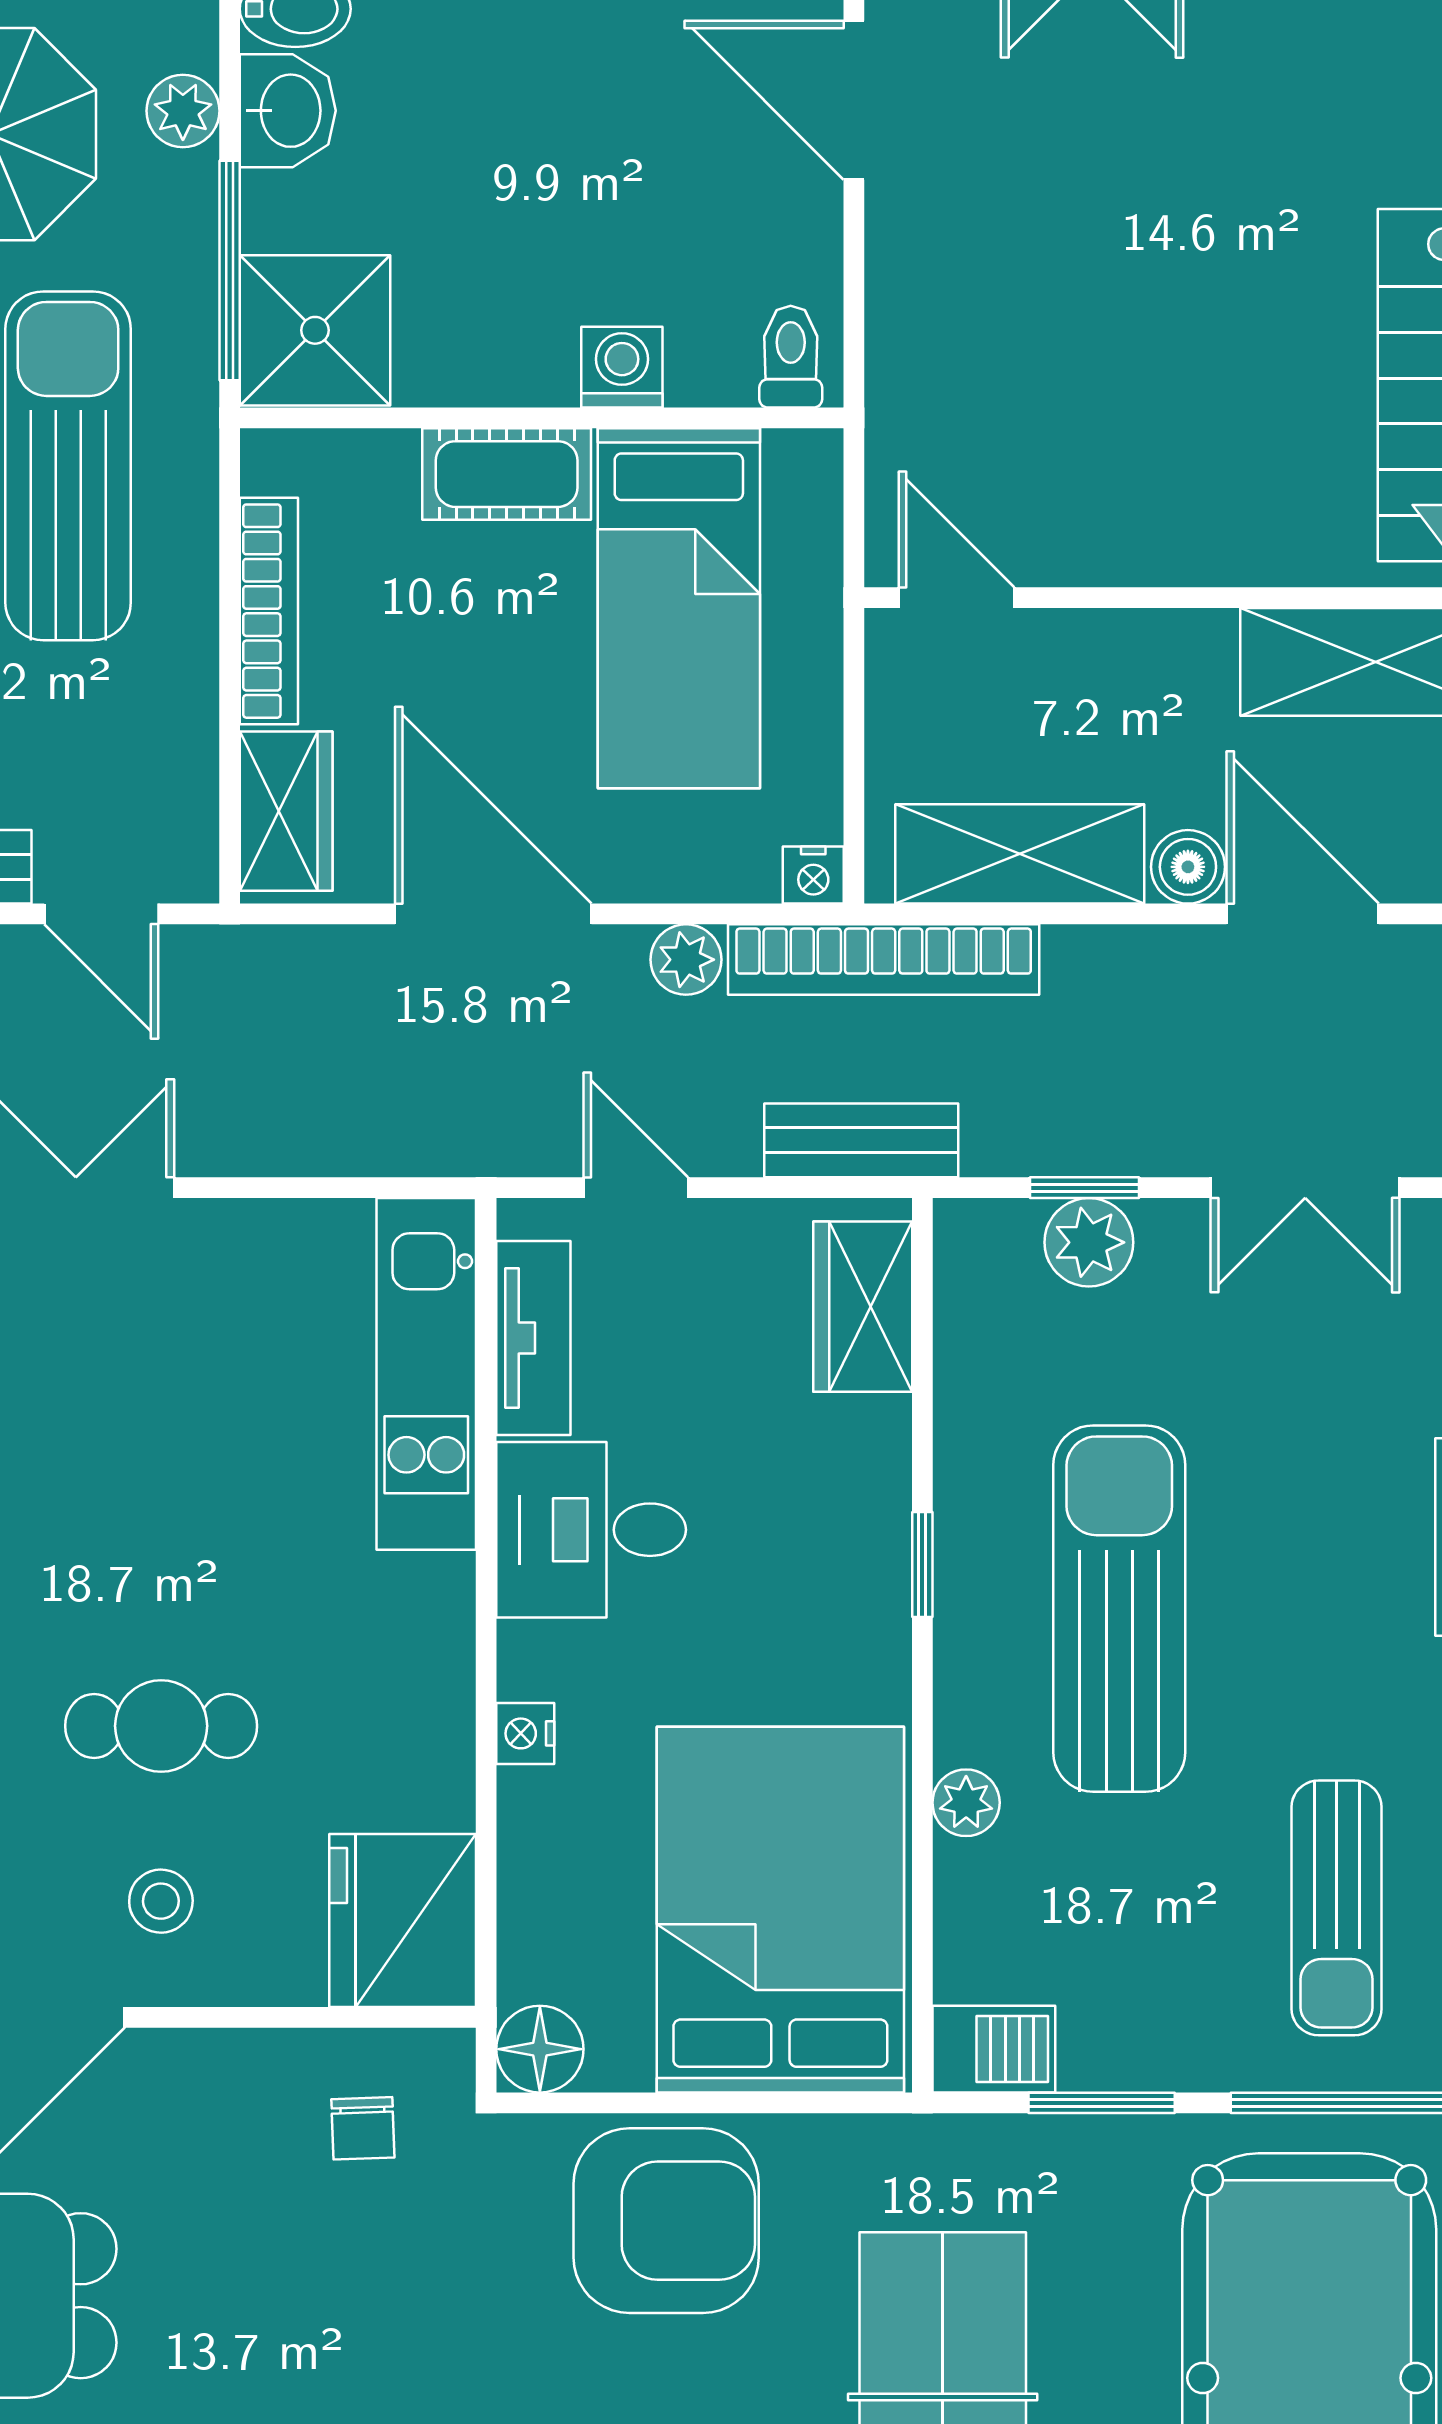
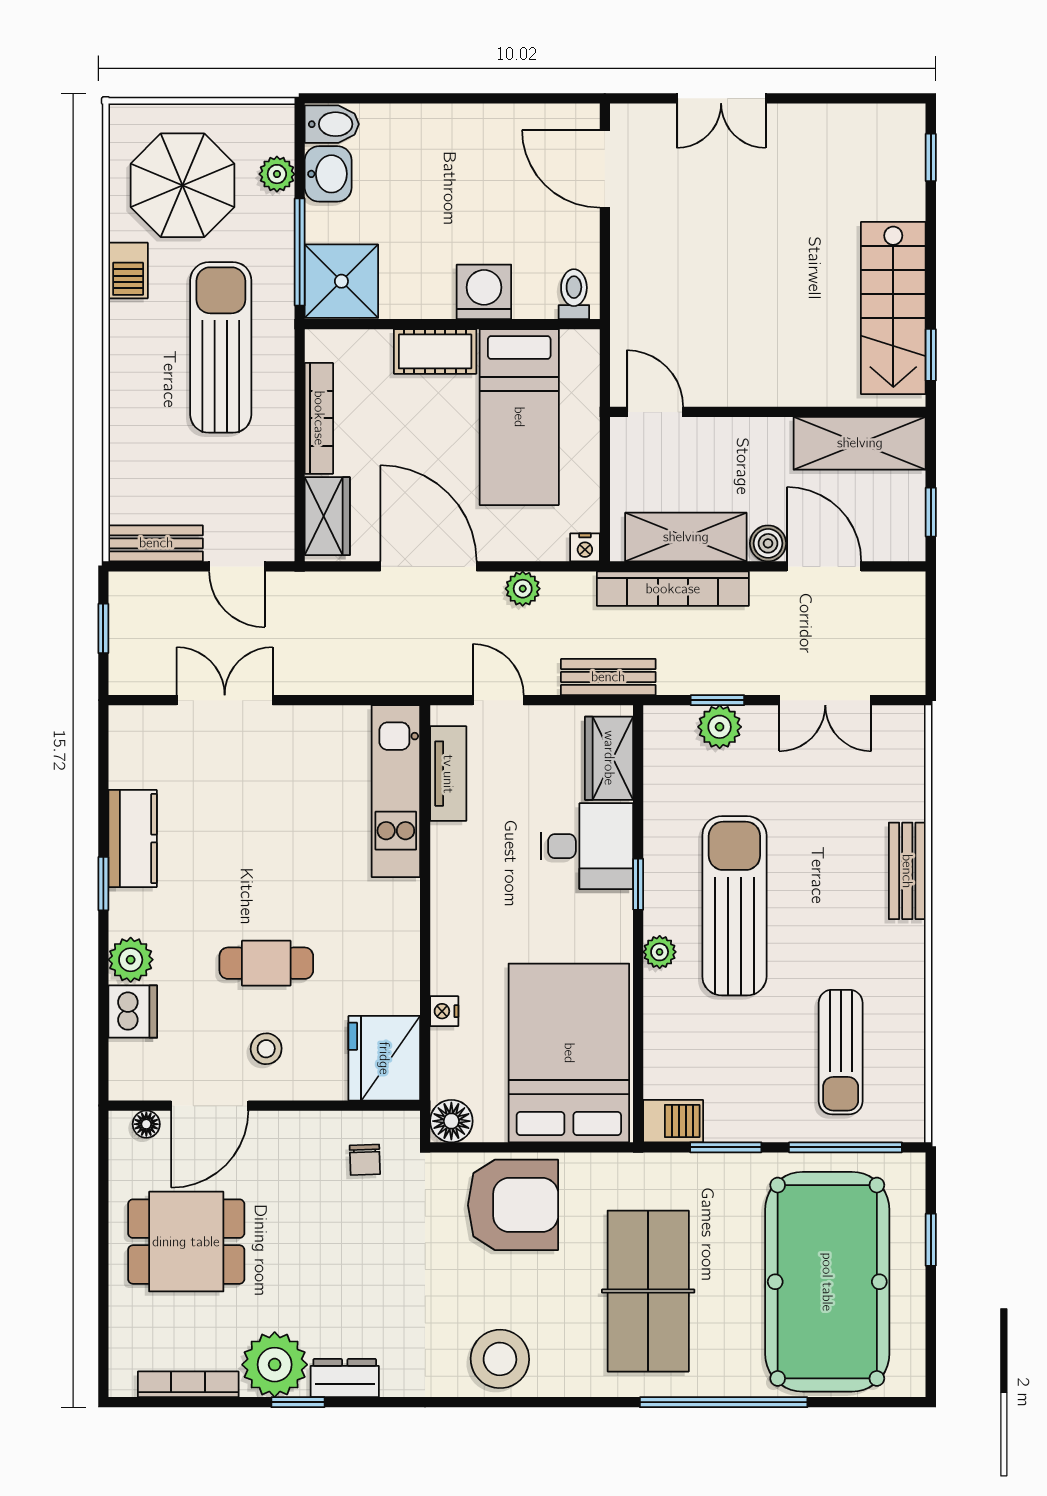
washing machine: (622, 367) -> (484, 292), width x1.38, depth x1.38
bookcase: (884, 960) -> (673, 589), moved
desk: (591, 1530) -> (587, 846), moved, turned 180
nightstand: (525, 1733) -> (444, 1011), moved
plant: (966, 1803) -> (660, 952), moved

